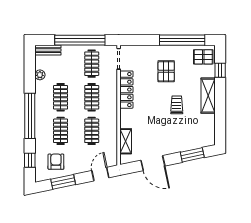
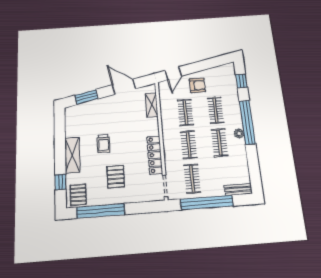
pallet: (203, 57) -> (78, 195), turned 90
plant: (40, 75) -> (239, 134), moved
armchair: (56, 162) -> (197, 85), moved, turned -90
window: (63, 182) -> (207, 64), removed

